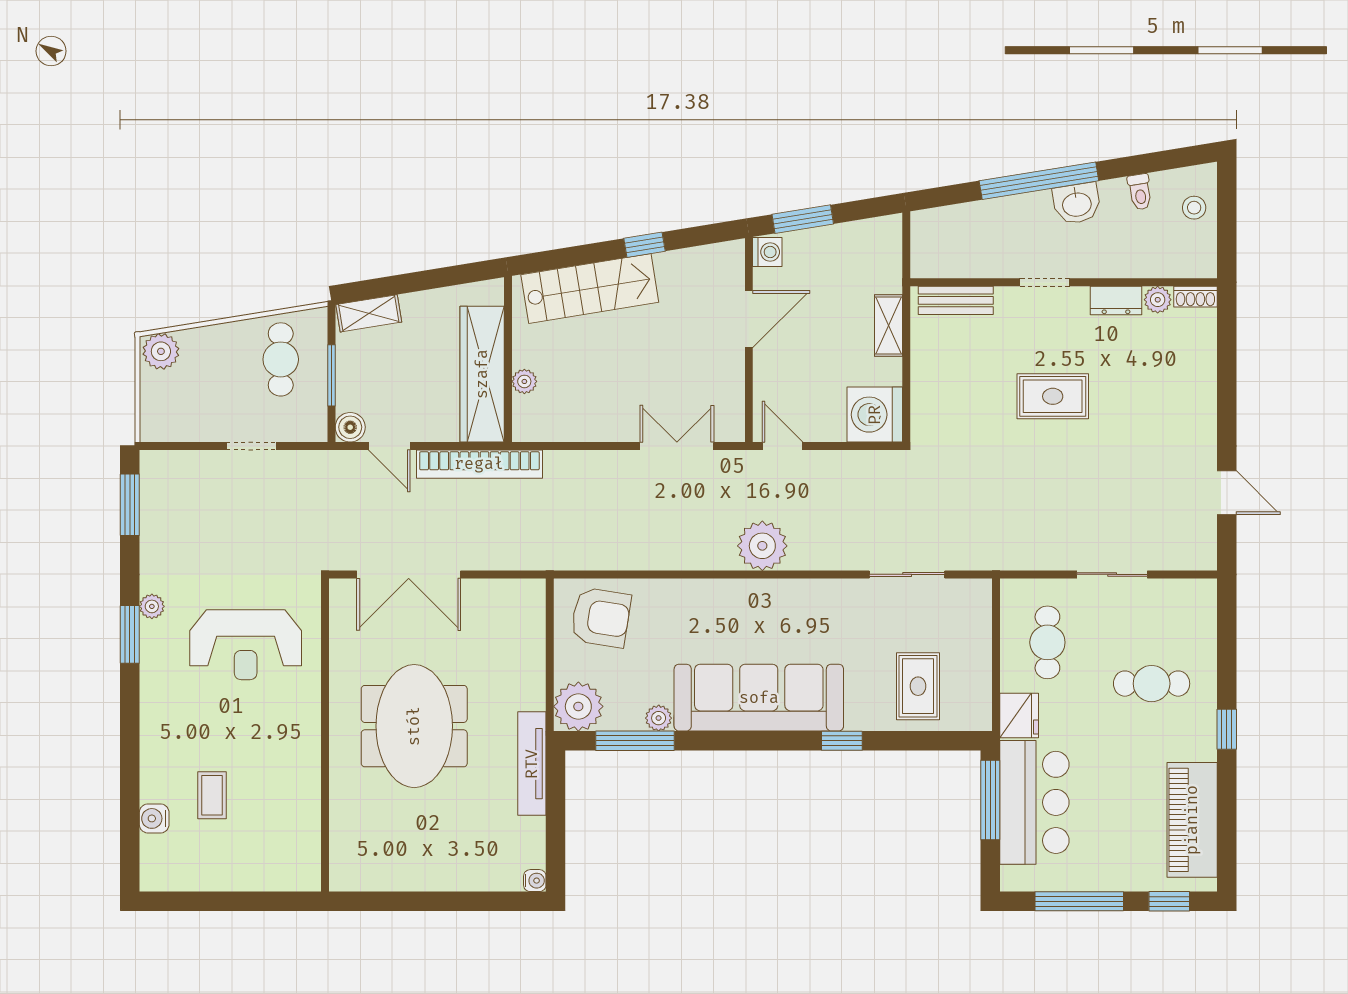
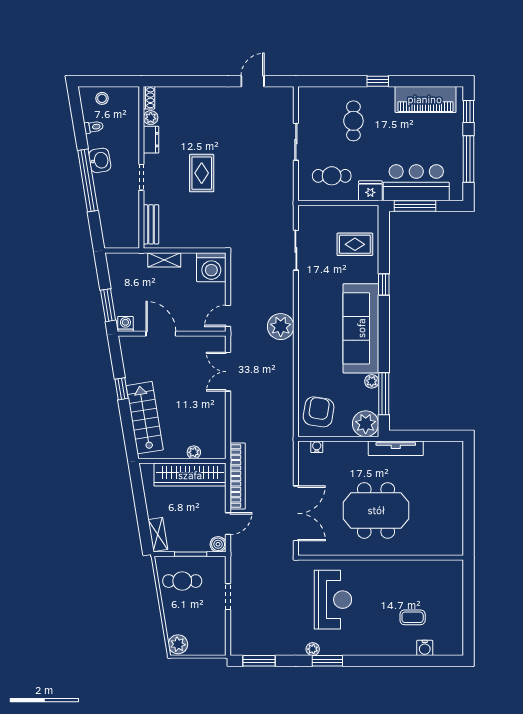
water cooler: (535, 881) -> (317, 447), moved

